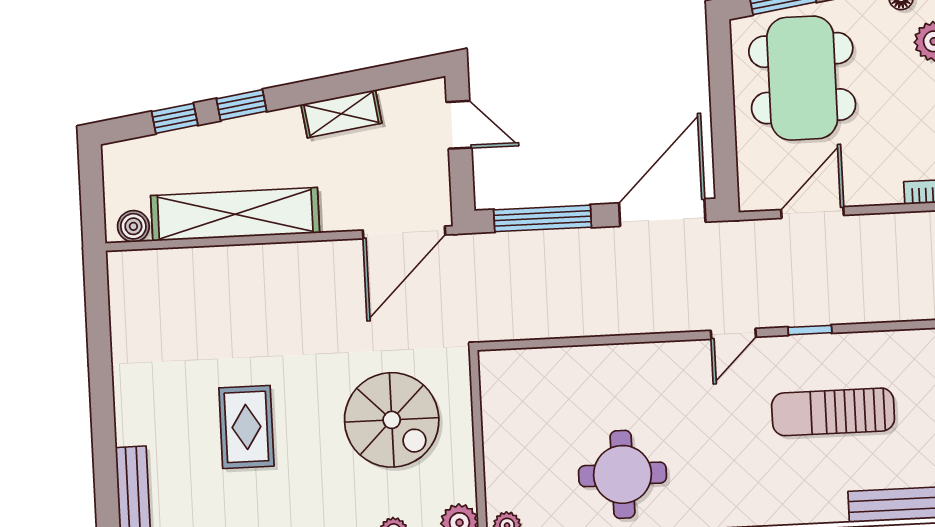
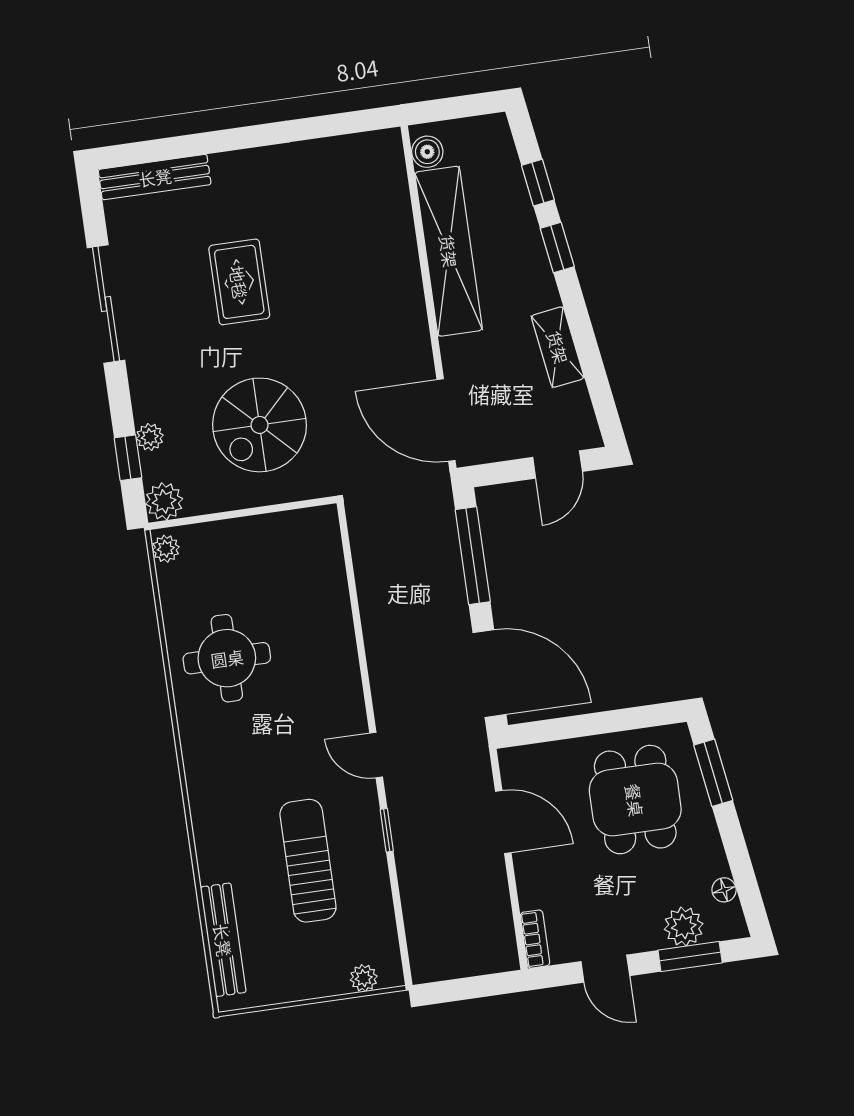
dining table: (802, 78) -> (635, 800), width x0.73
rug: (246, 427) -> (239, 282), turned 90

